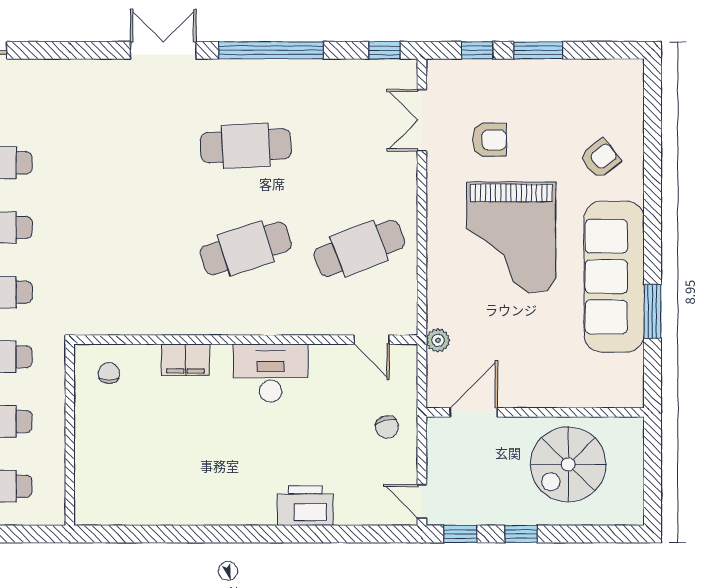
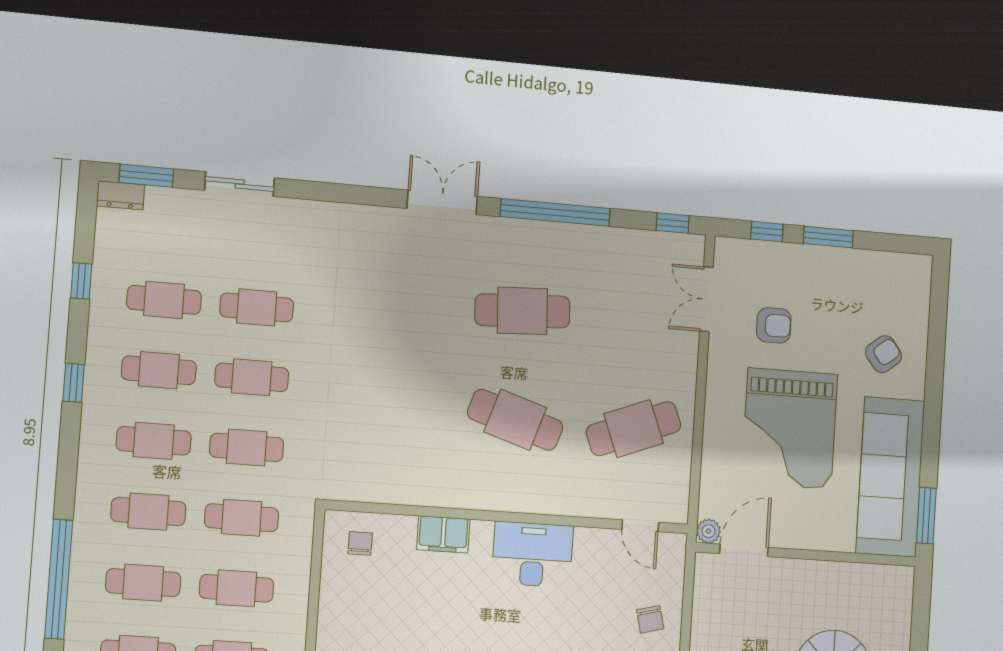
cafe table: (246, 248) -> (515, 420), turned 36
door: (474, 412) -> (744, 550), moved
wall: (535, 412) -> (806, 555), moved

